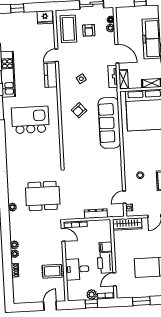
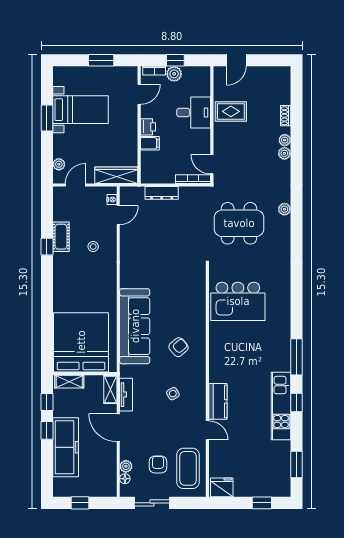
door: (57, 55) -> (207, 430), hinge flipped
kitchen island: (30, 120) -> (238, 301), moved
printer: (105, 263) -> (148, 127), width x0.53, depth x0.68

